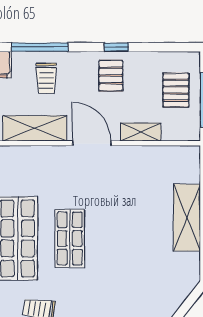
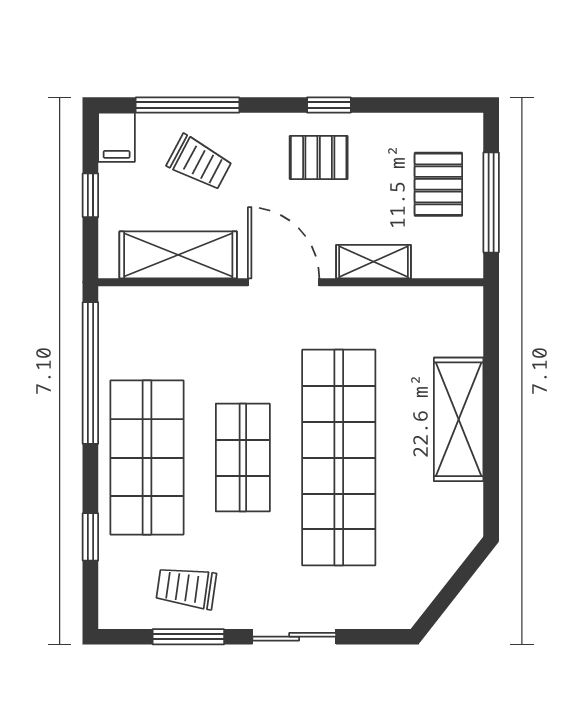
pallet: (111, 76) -> (319, 158), turned 90
trolley: (46, 78) -> (199, 163), turned -62
shop shelf: (122, 238) -> (339, 458), added

